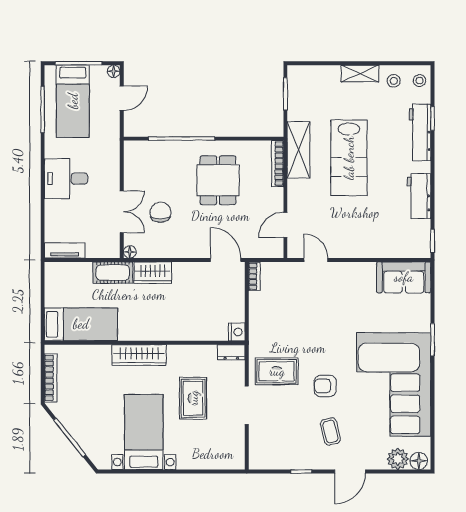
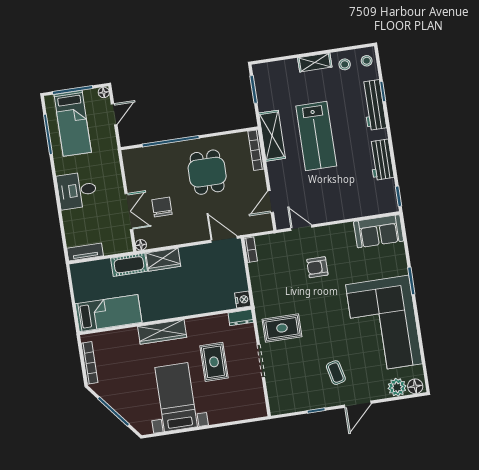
armchair: (325, 386) -> (317, 267), moved

